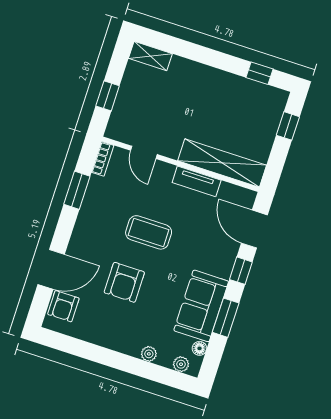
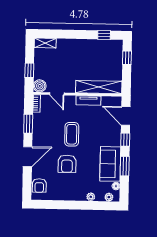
boiler: (118, 129) -> (40, 86), added
coffee table: (149, 232) -> (72, 134), turned 90
door: (51, 269) -> (28, 157), moved

